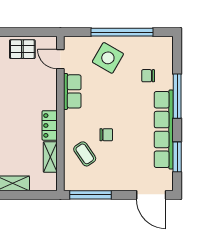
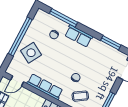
row of seats: (72, 91) -> (45, 87), width x1.48
window: (177, 96) -> (64, 18), moved
row of seats: (164, 130) -> (79, 36), width x0.50

